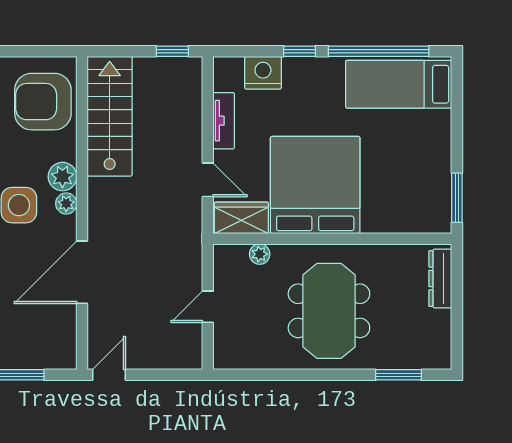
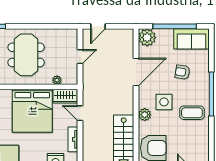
plant: (66, 203) -> (147, 37), moved, width x1.87, depth x1.87
door: (109, 375) -> (98, 26), moved

